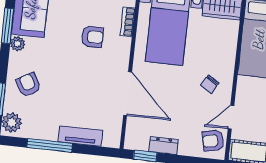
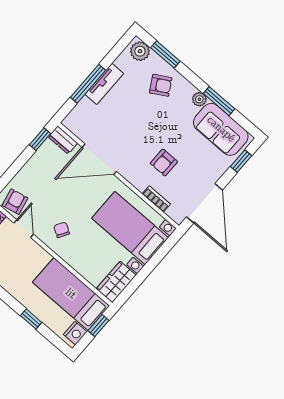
tv unit: (80, 136) -> (104, 84), moved
window: (50, 145) -> (88, 84), moved
dresser: (163, 146) -> (63, 140), moved, turned 90

